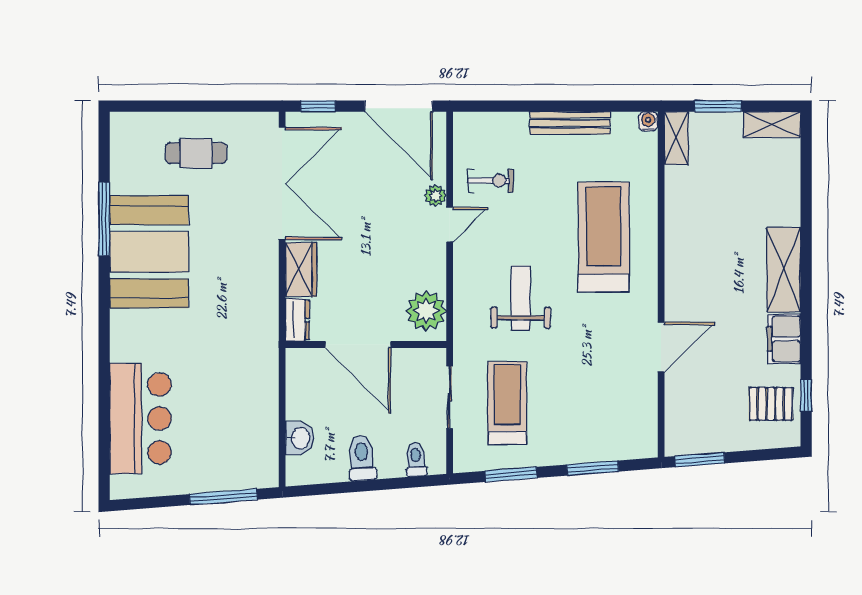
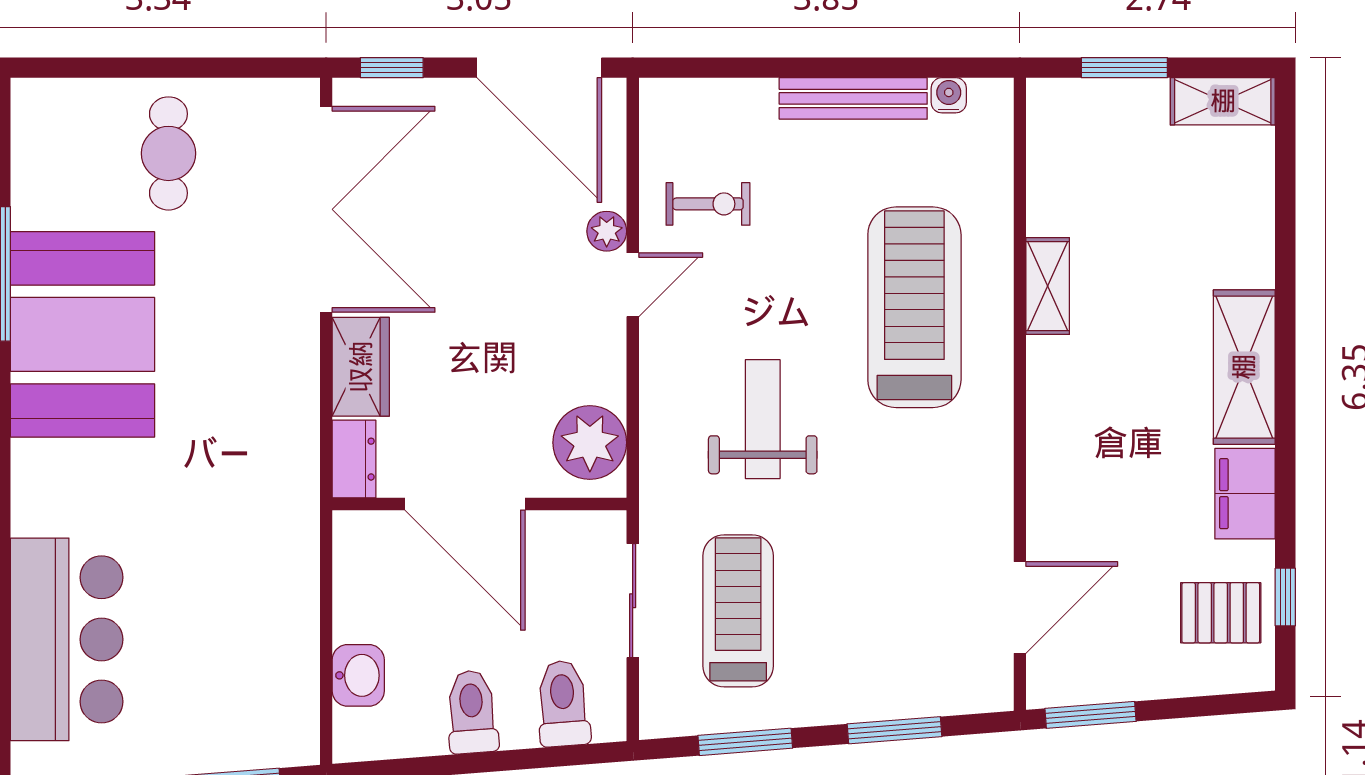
water cooler: (648, 121) -> (949, 95), moved
shelving: (676, 138) -> (1048, 286), moved
cafe table: (196, 153) -> (168, 153), turned 90
door: (661, 347) -> (1020, 608), moved
toilet: (416, 460) -> (563, 703), width x1.37, depth x1.39

